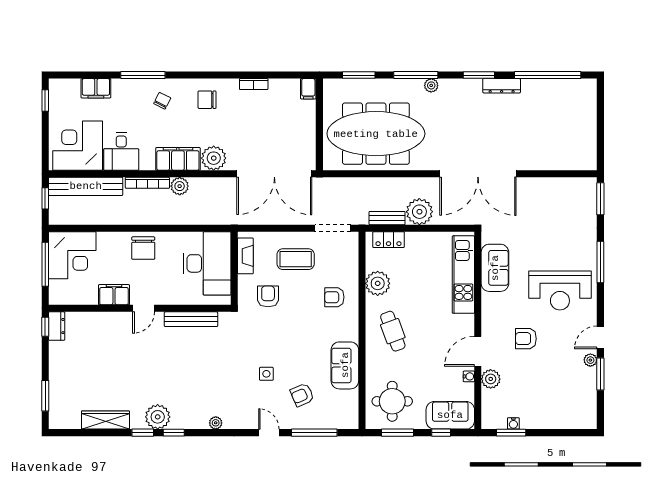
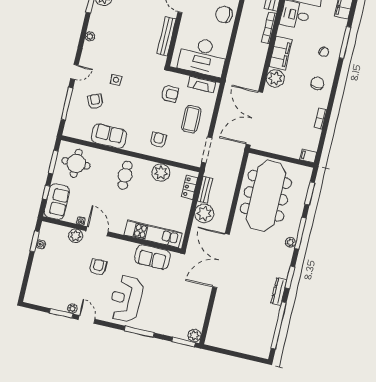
plant: (180, 186) -> (194, 335), moved
cafe table: (393, 331) -> (125, 175), turned -70

